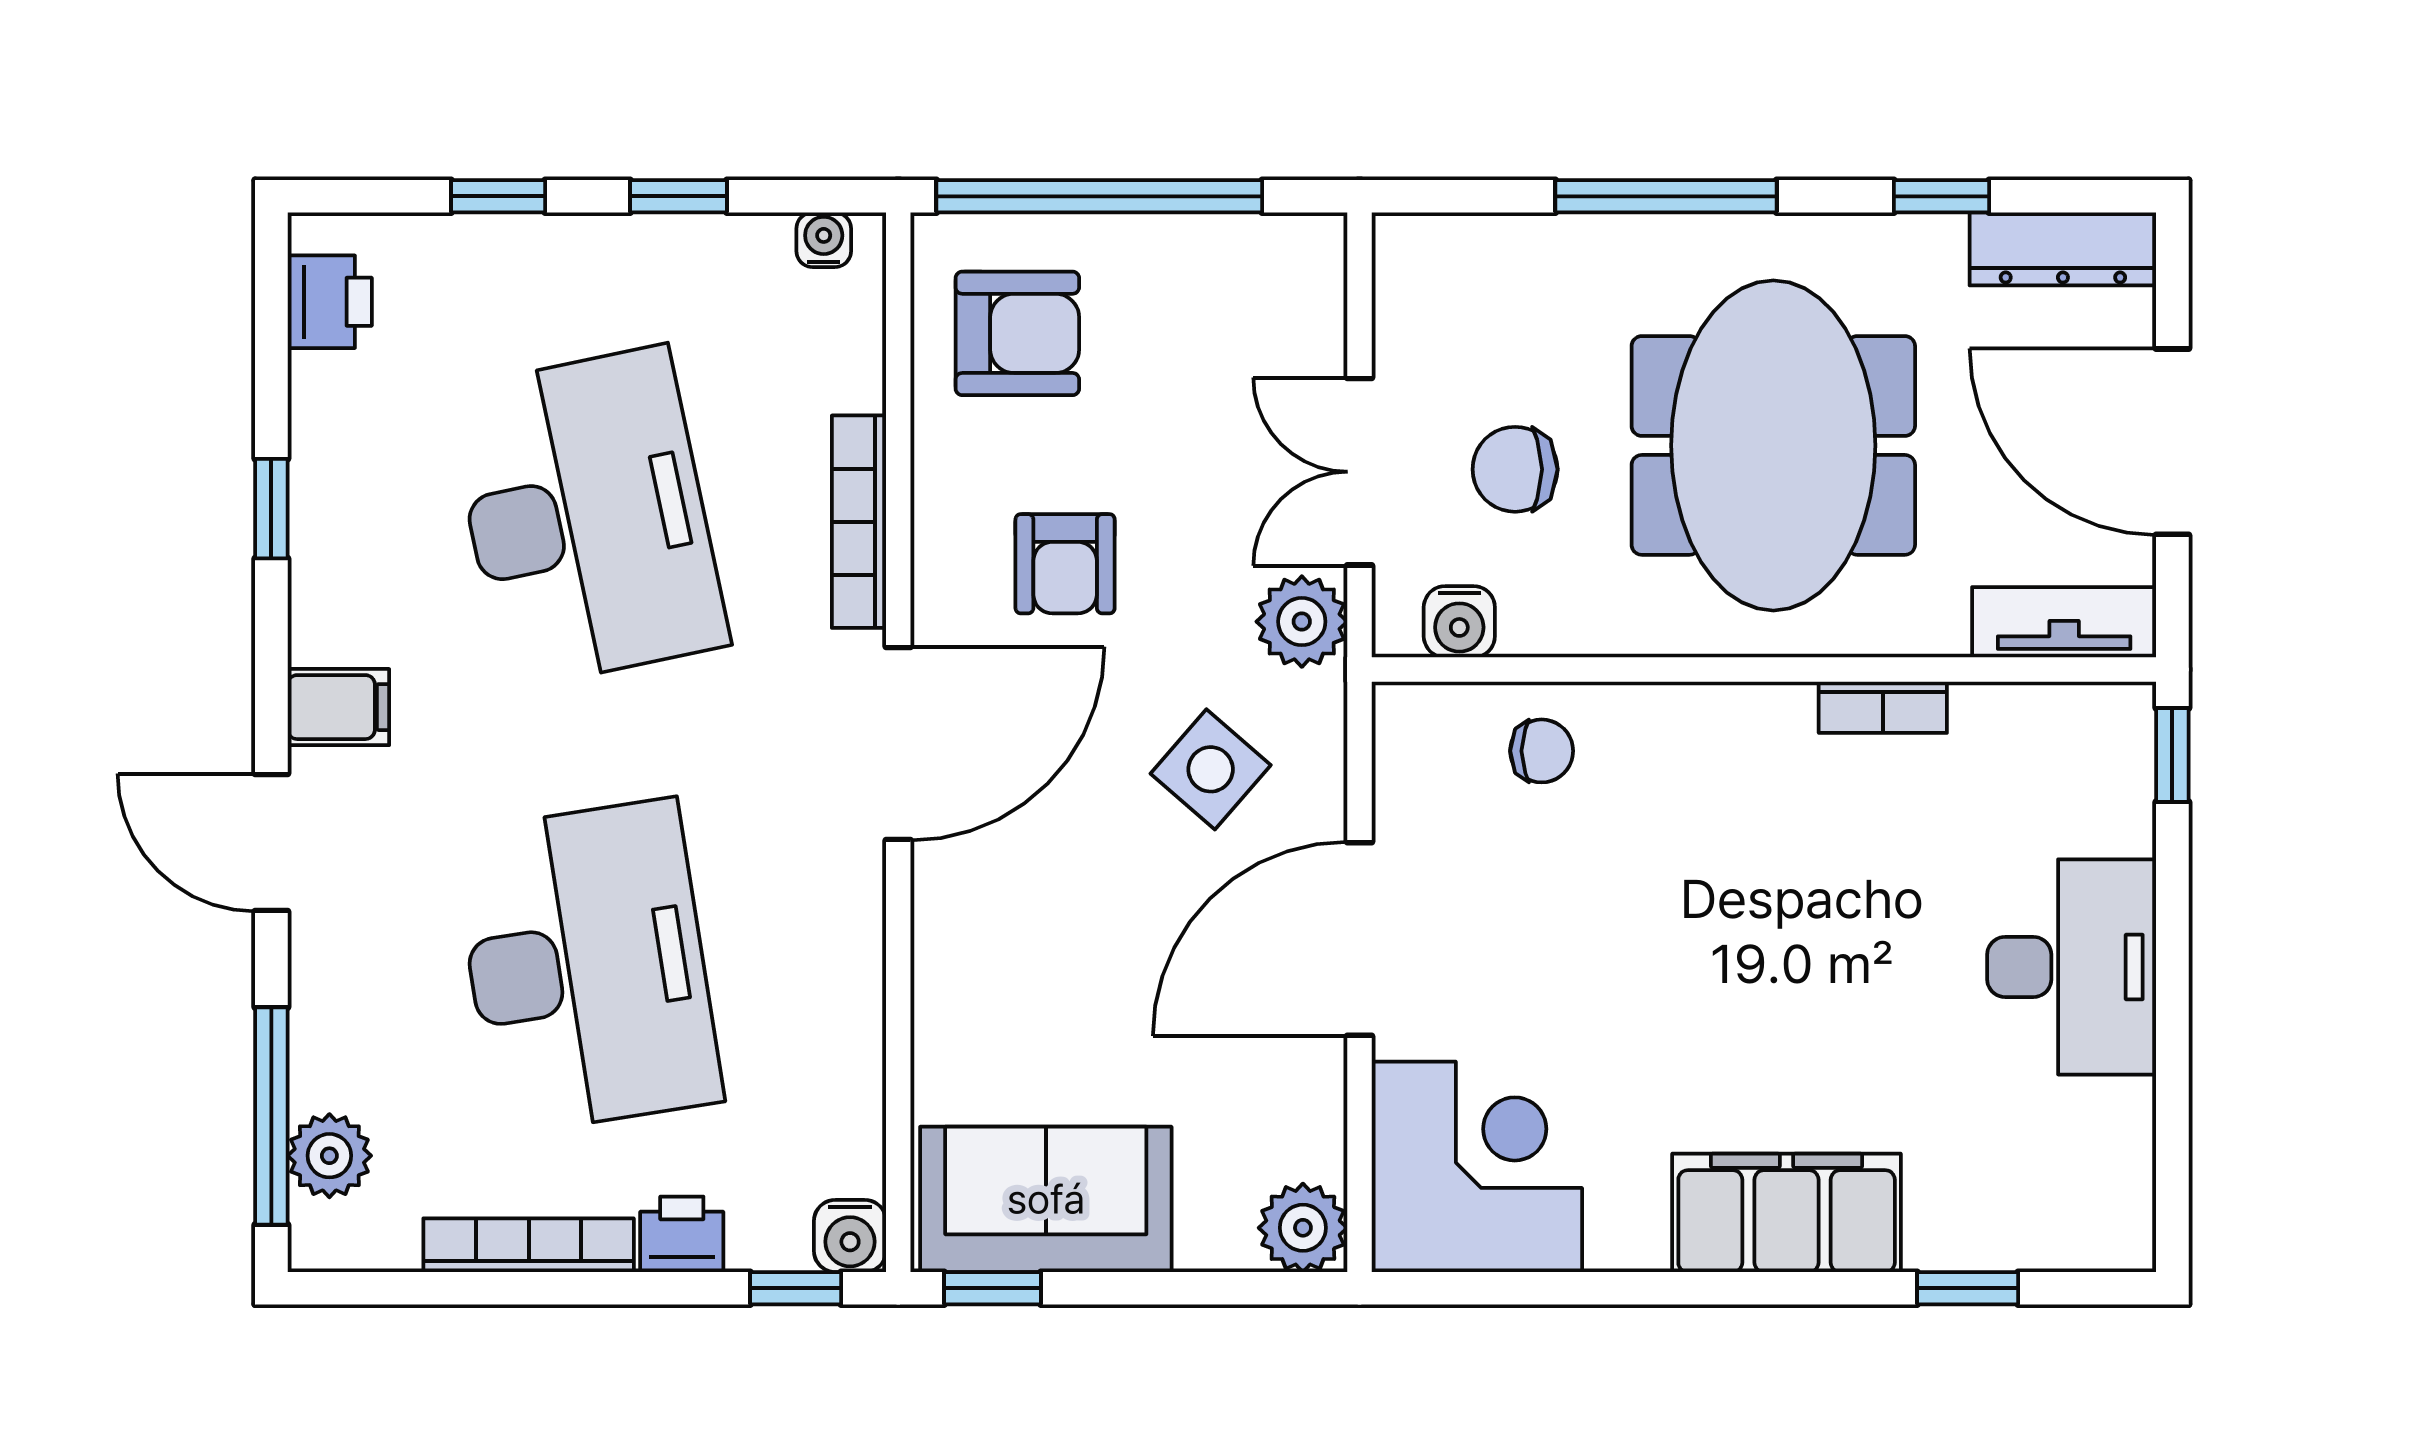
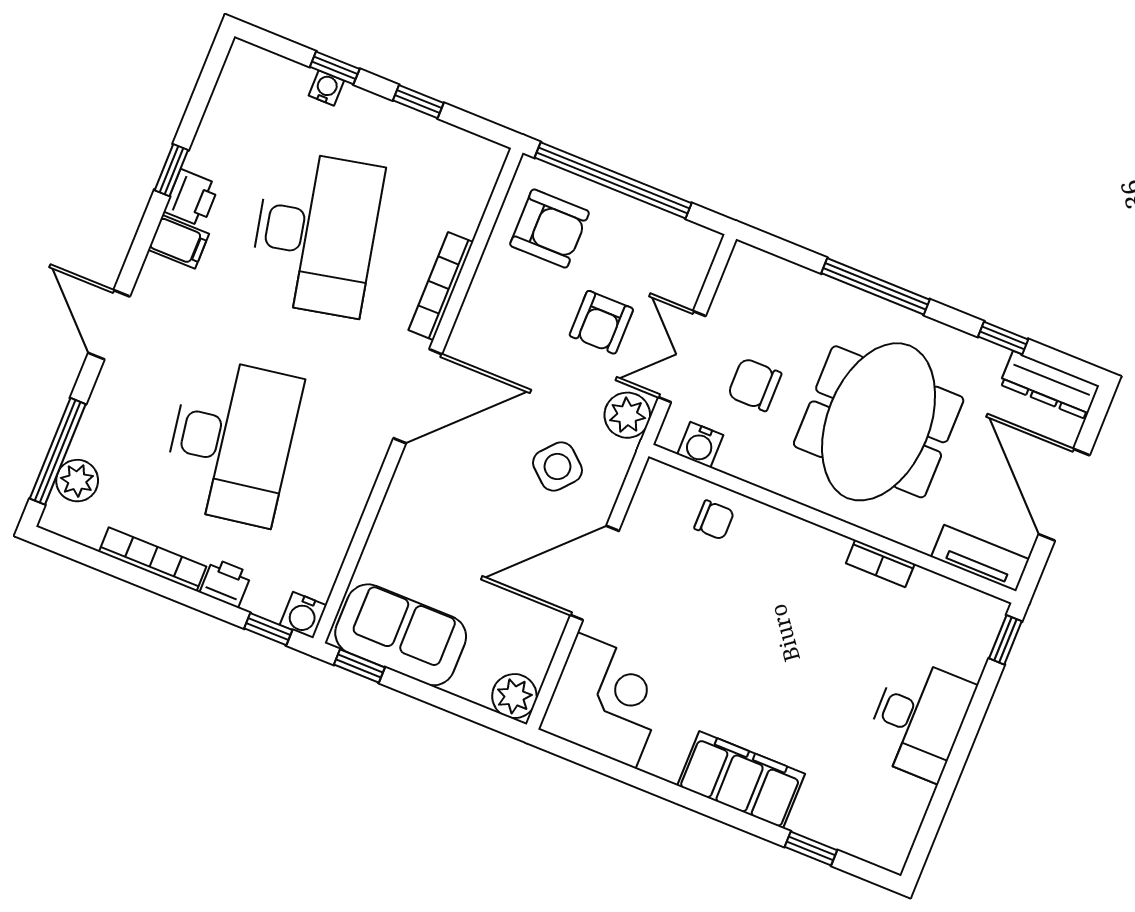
water cooler: (824, 240) -> (326, 88), moved
printer: (330, 302) -> (191, 198), moved
armchair: (1065, 564) -> (601, 322), moved
filing cabinet: (338, 707) -> (178, 242), moved

